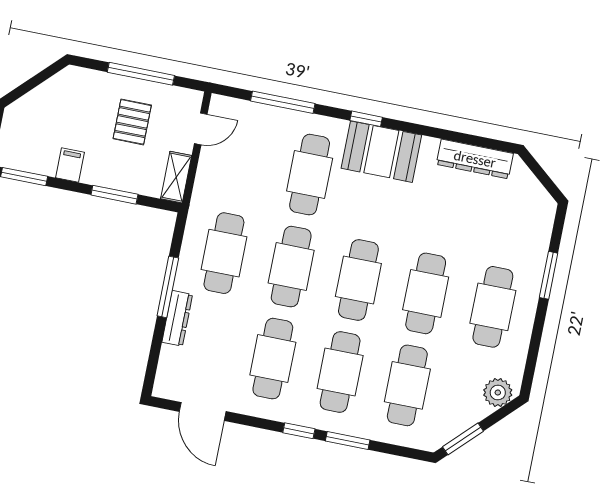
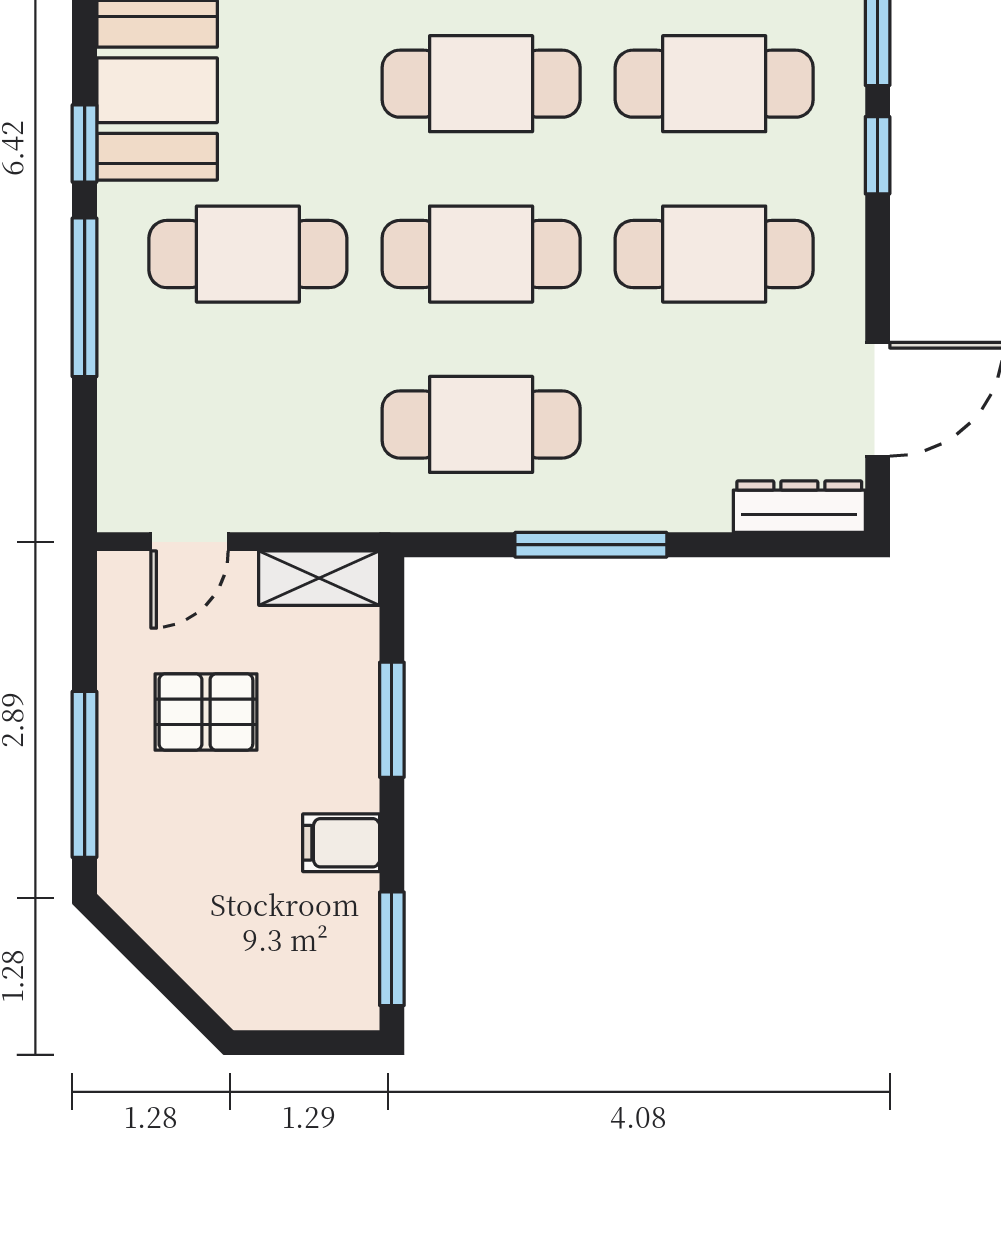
window: (141, 74) -> (85, 774), moved
window: (283, 102) -> (85, 297), moved
door: (201, 129) -> (190, 542), swing flipped
dresser: (177, 318) -> (799, 507), moved

